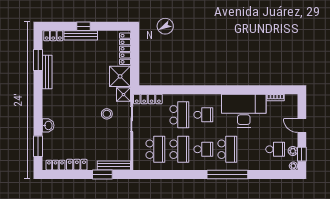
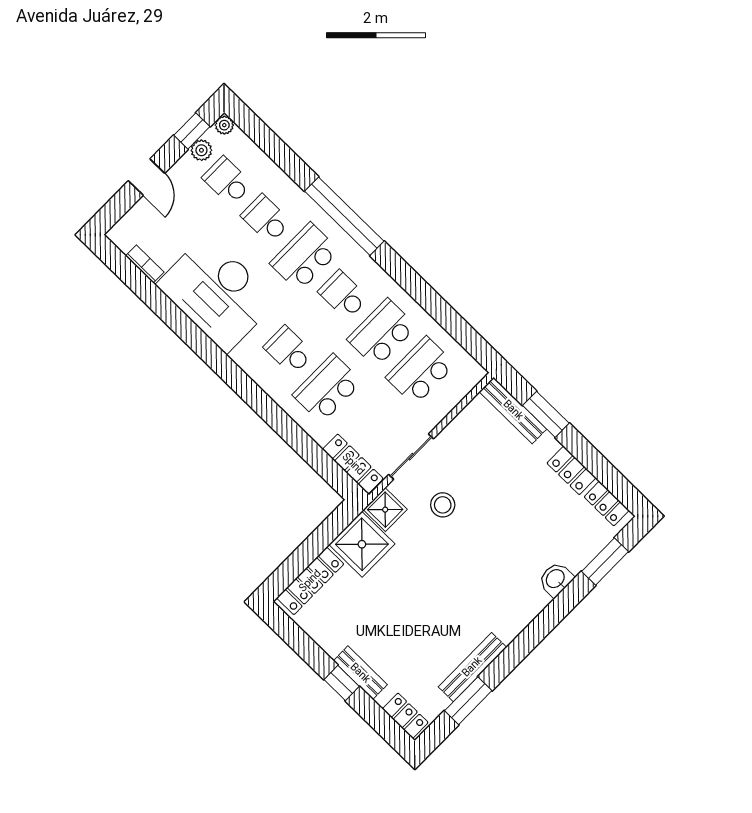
bench: (81, 35) -> (360, 673), width x0.73
school desk: (251, 149) -> (266, 219), added

